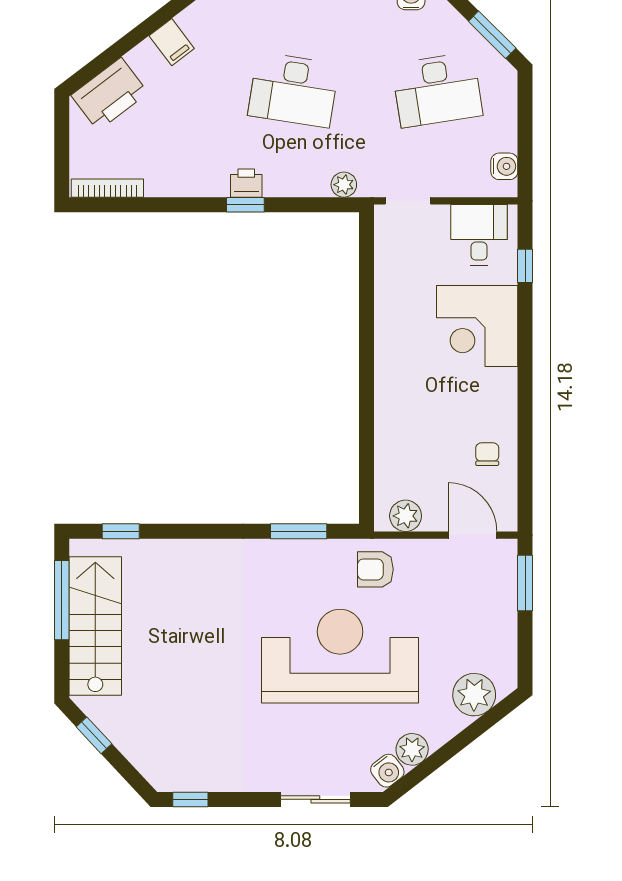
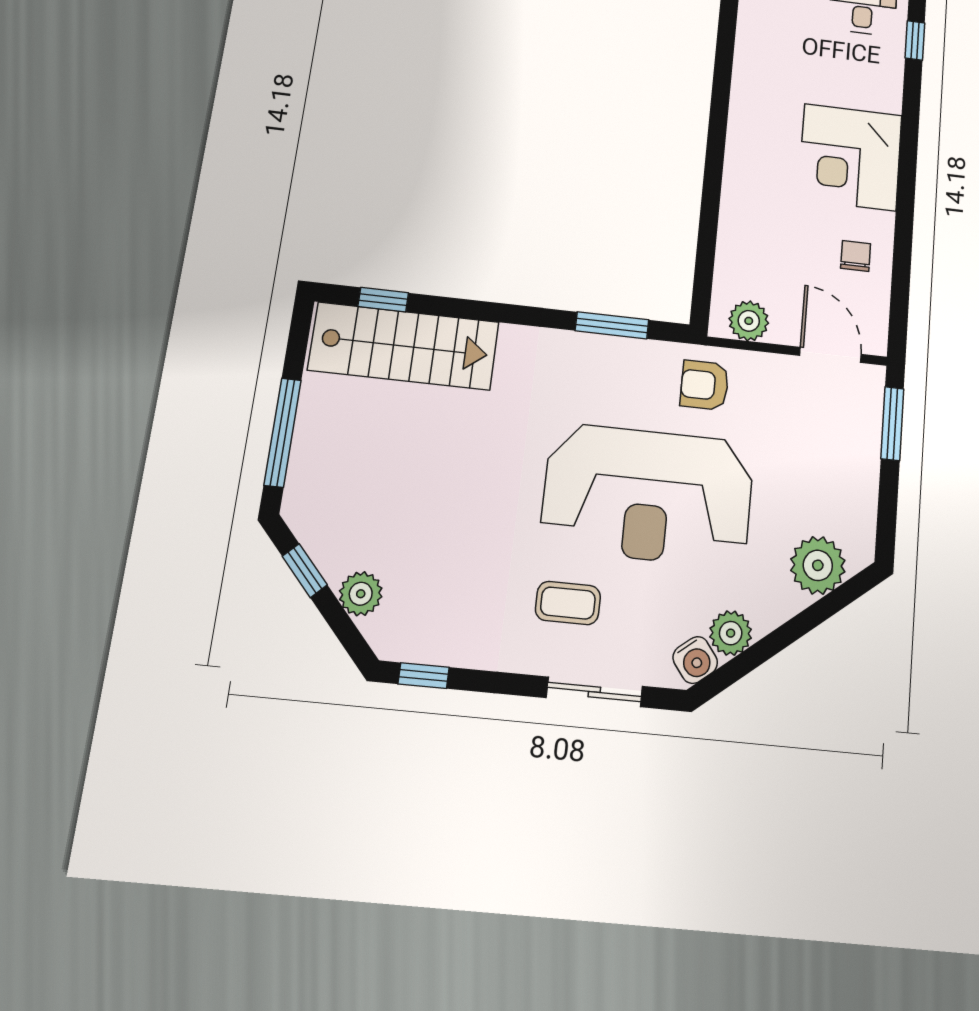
corner desk: (477, 326) -> (850, 157), moved
window: (62, 600) -> (283, 432), moved
stairs: (95, 626) -> (404, 346), moved, turned 90
reception desk: (340, 656) -> (648, 495), turned 180
coffee table: (289, 740) -> (568, 603), added
plant: (137, 748) -> (361, 594), added

